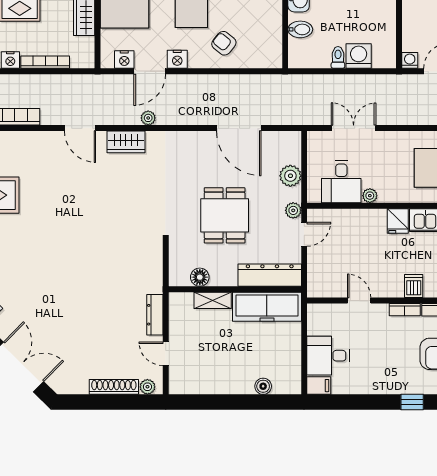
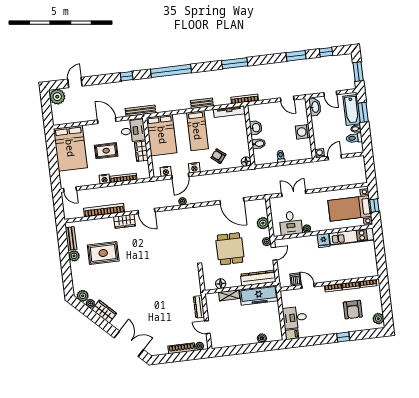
washing machine: (359, 56) -> (303, 132), moved, turned -90
floor lamp: (273, 59) -> (246, 162), added
wardrobe: (126, 142) -> (124, 221), moved
dishwasher: (414, 286) -> (295, 279), moved

